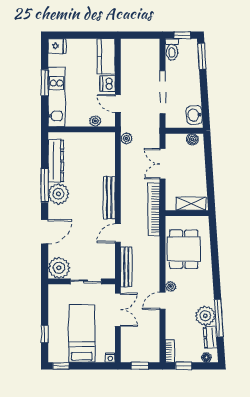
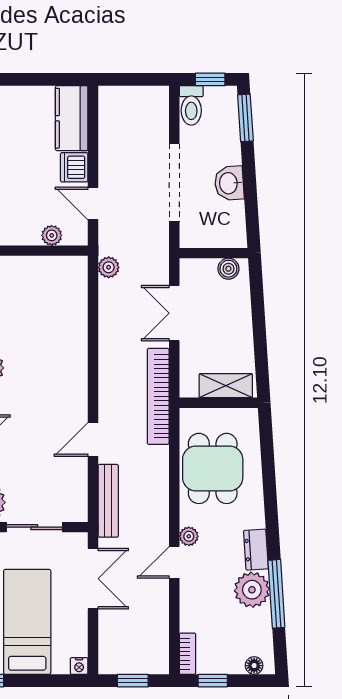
washbasin: (194, 115) -> (229, 183), moved
bench: (109, 198) -> (77, 375), removed
dresser: (210, 337) -> (256, 550), moved

